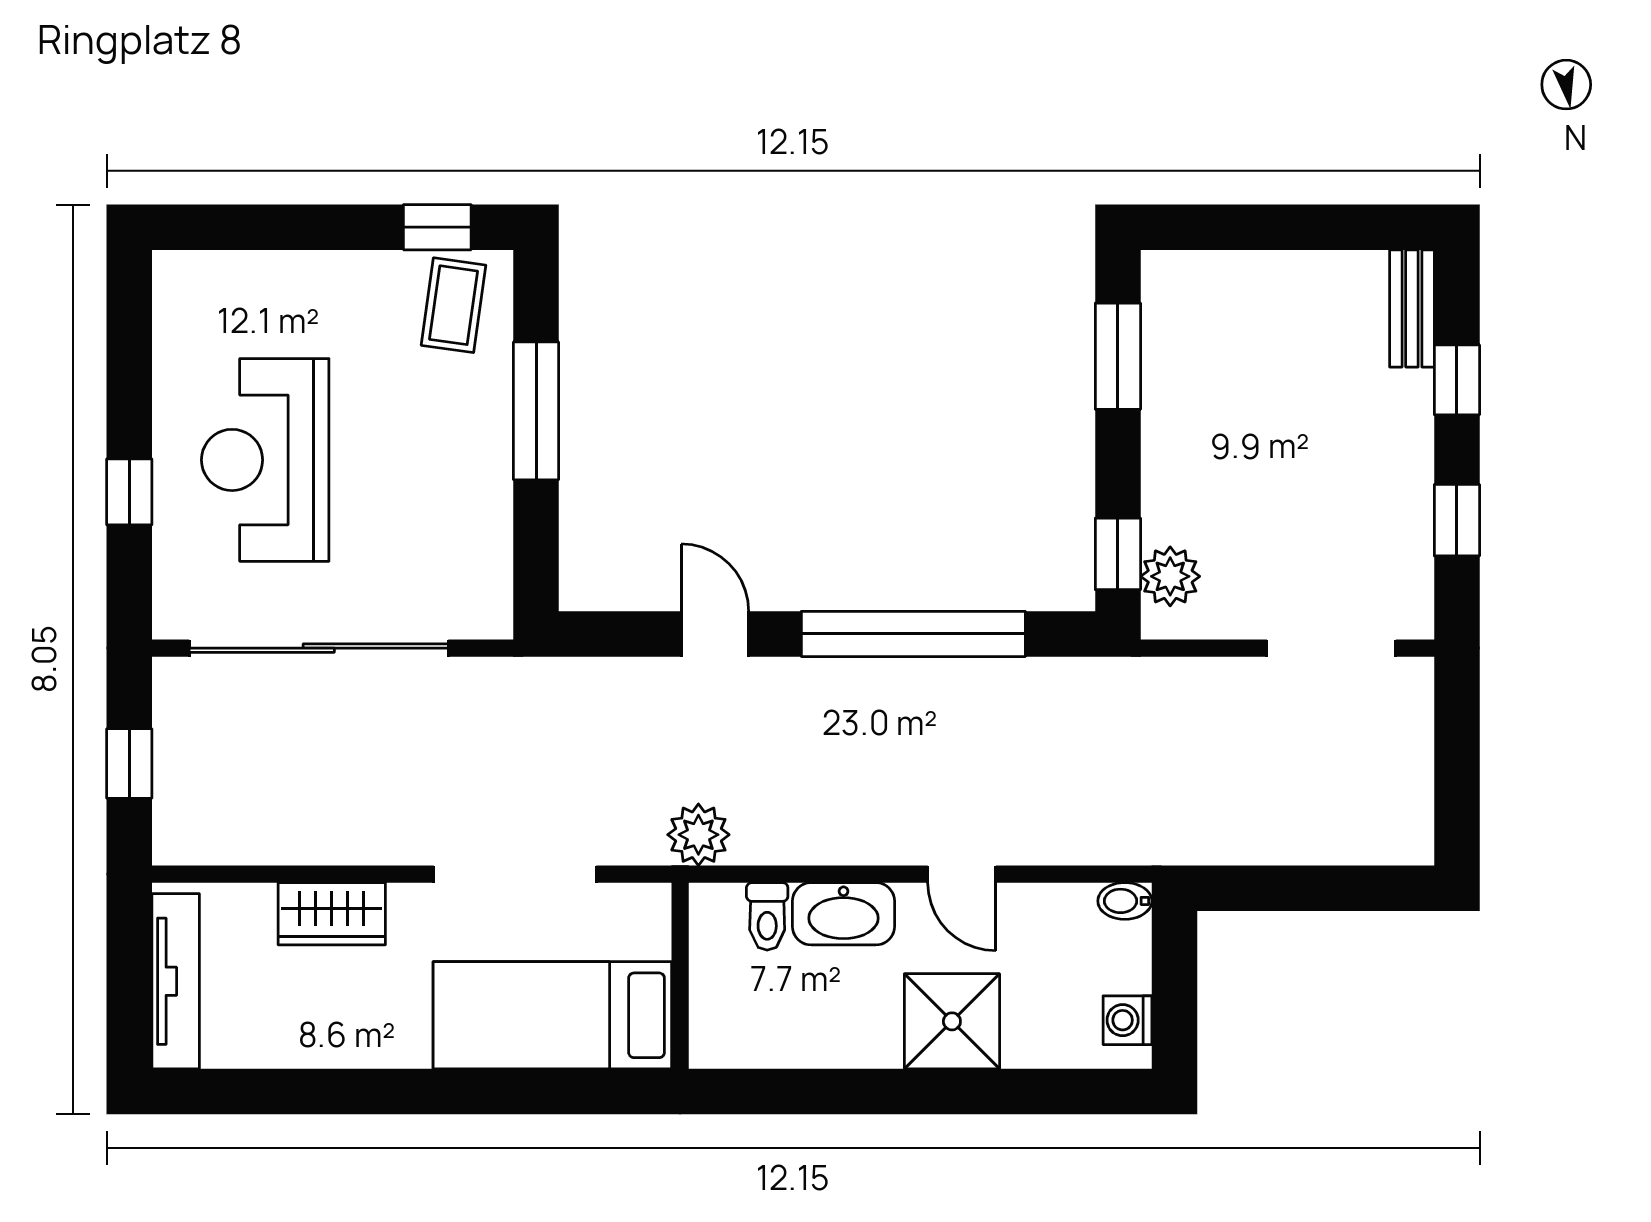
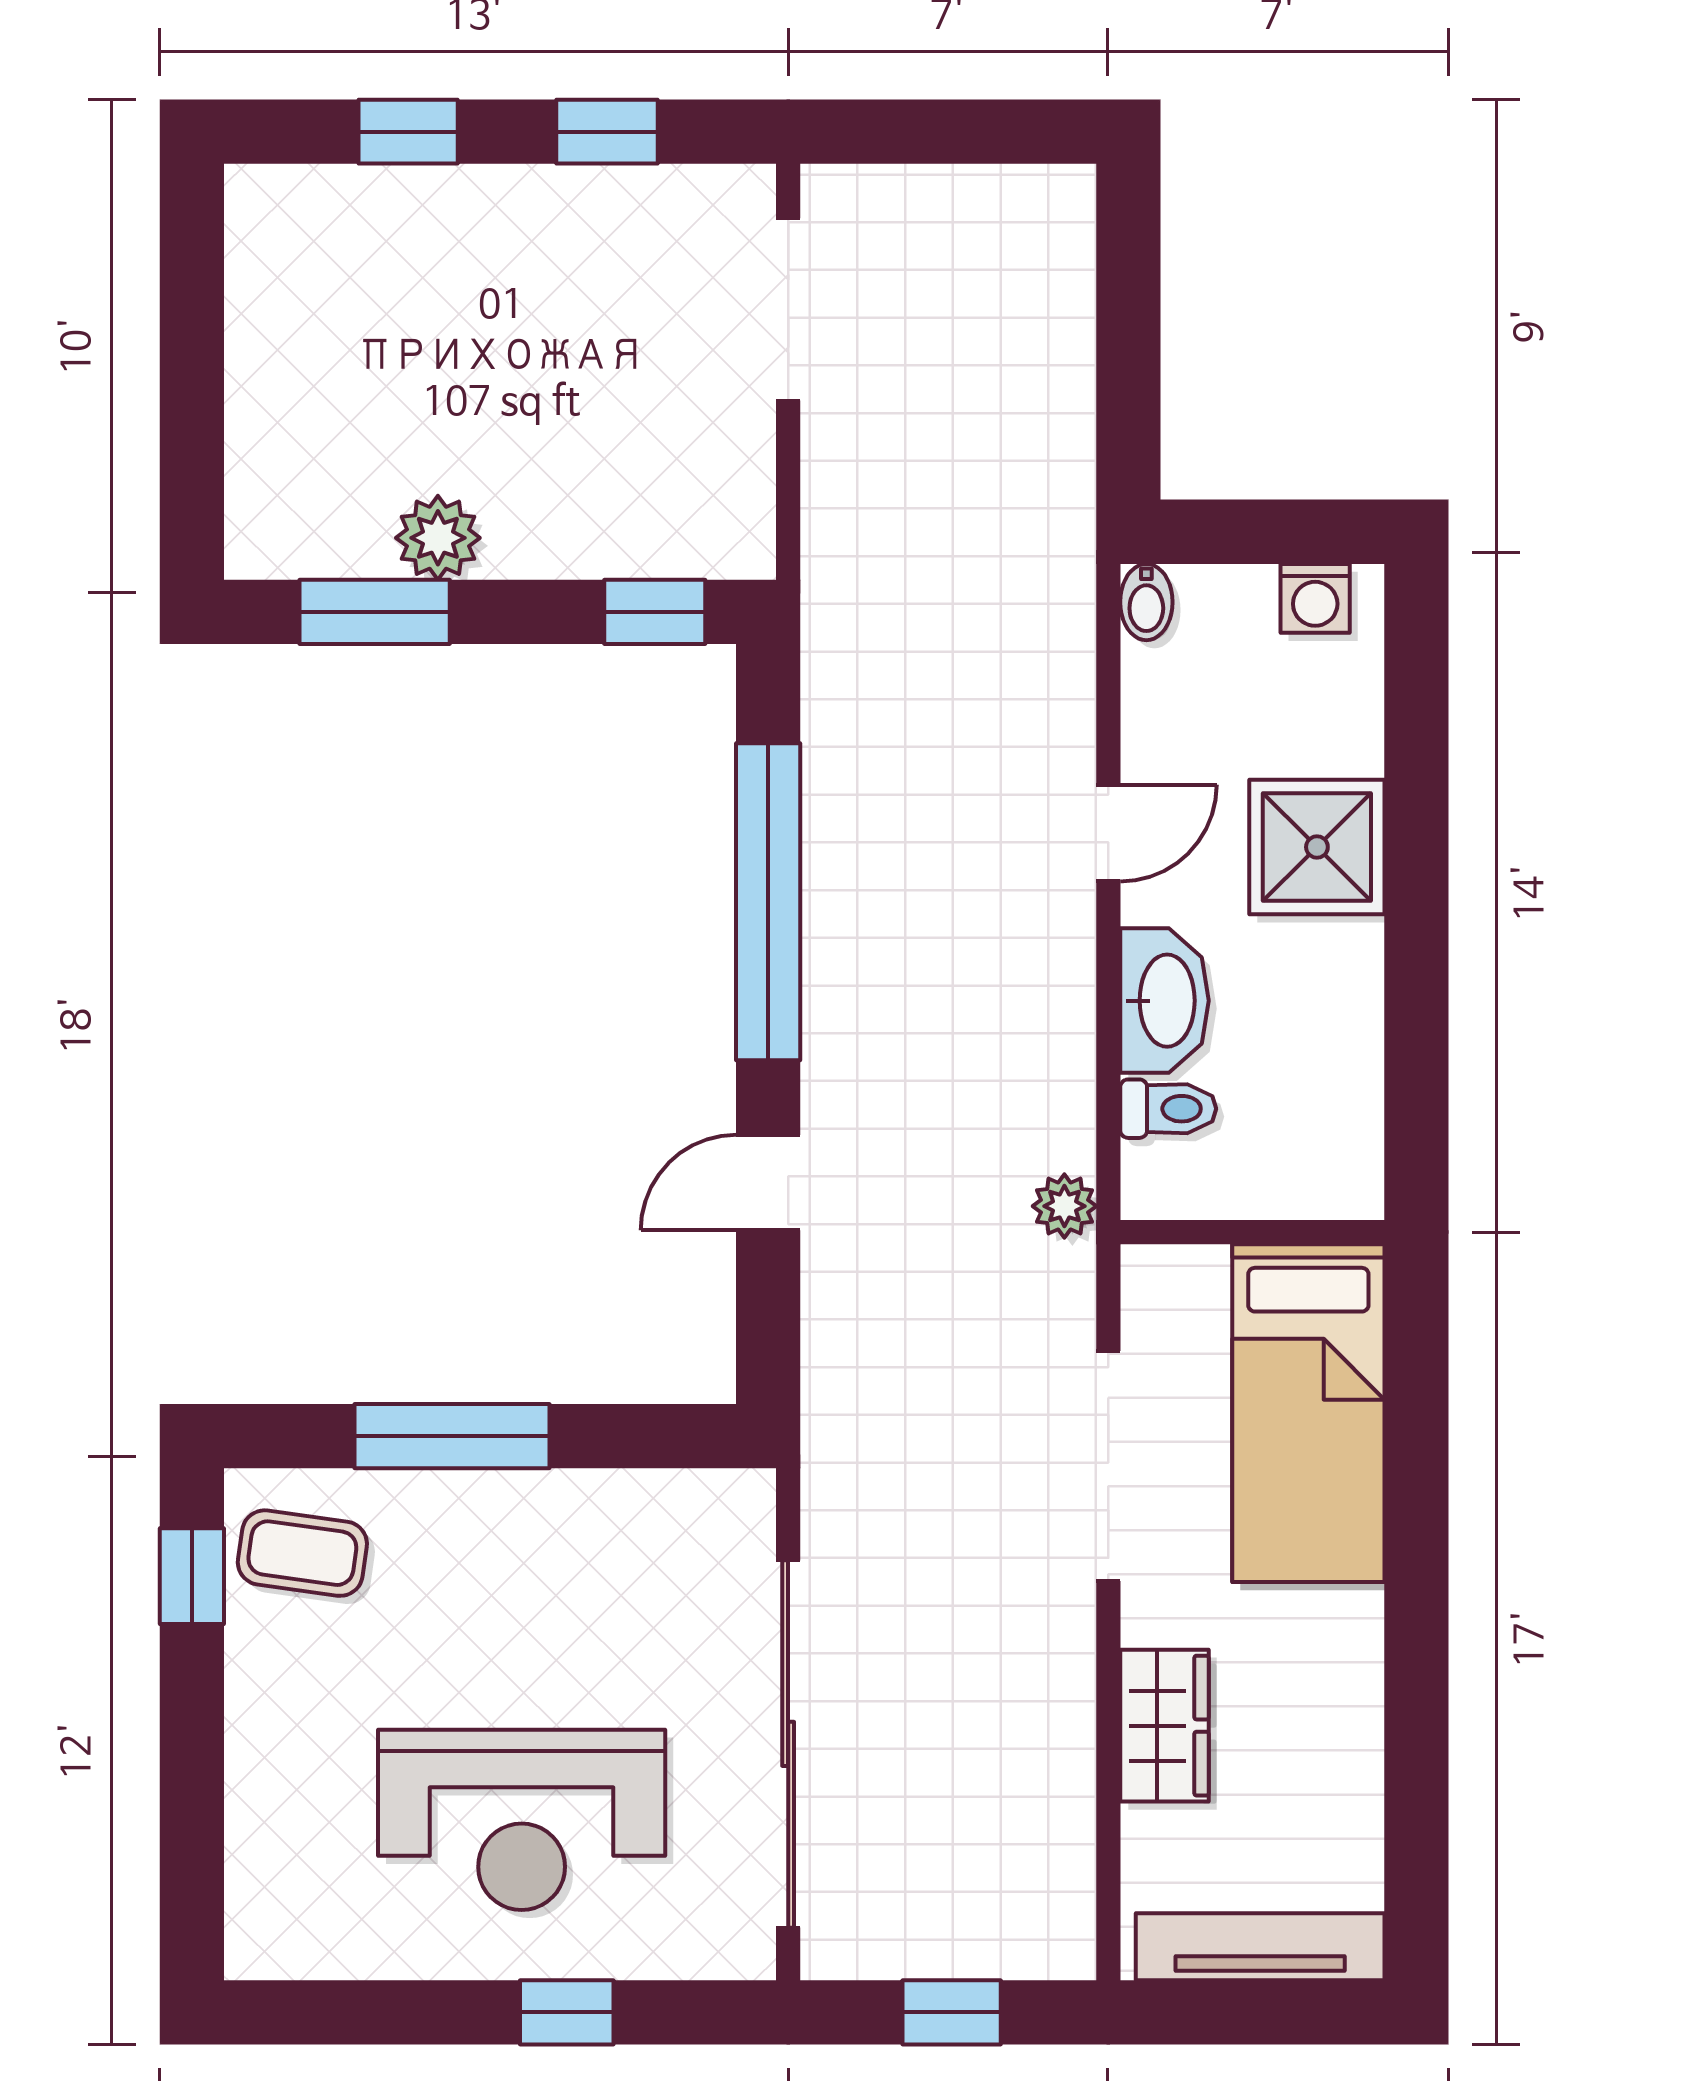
bench: (1412, 308) -> (307, 195), removed
plant: (1170, 576) -> (438, 538), moved
plant: (698, 835) -> (1064, 1206), width x0.73, depth x0.73

